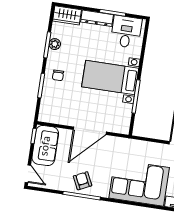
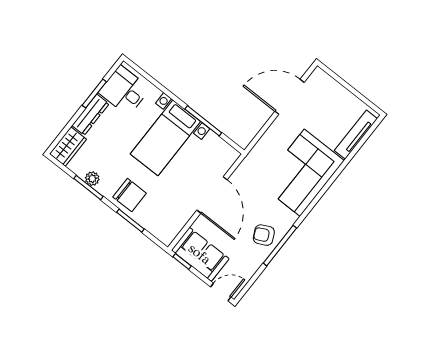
chair: (58, 75) -> (130, 195), width x1.87, depth x1.87

